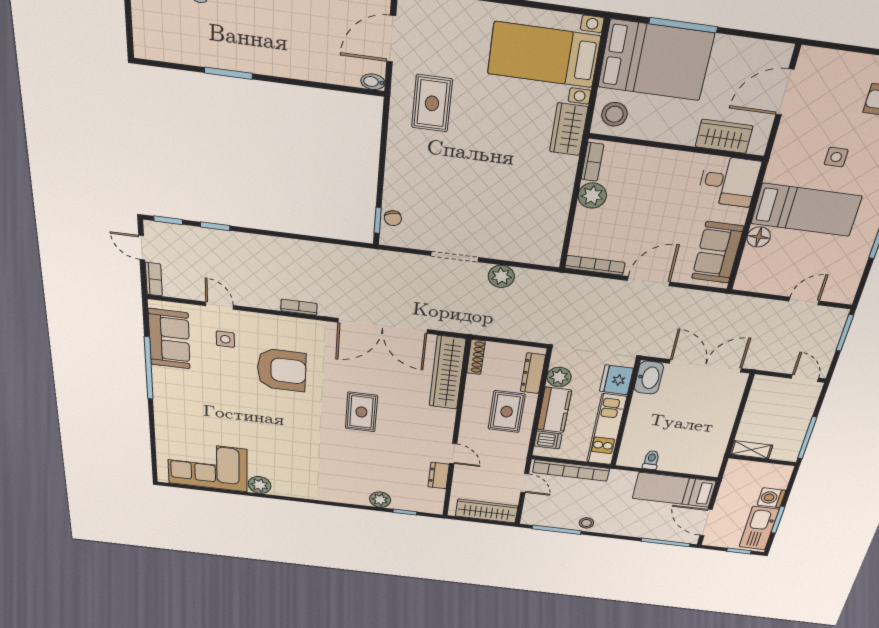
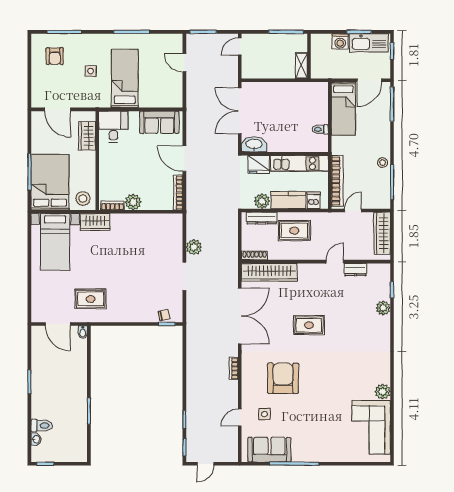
floor lamp: (759, 237) -> (146, 101), removed
bookcase: (154, 279) -> (227, 457), removed

